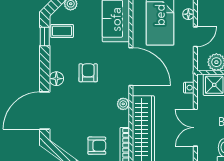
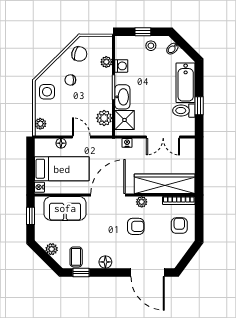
armchair: (88, 73) -> (136, 226), moved, turned 180
floor lamp: (56, 79) -> (105, 262), moved

